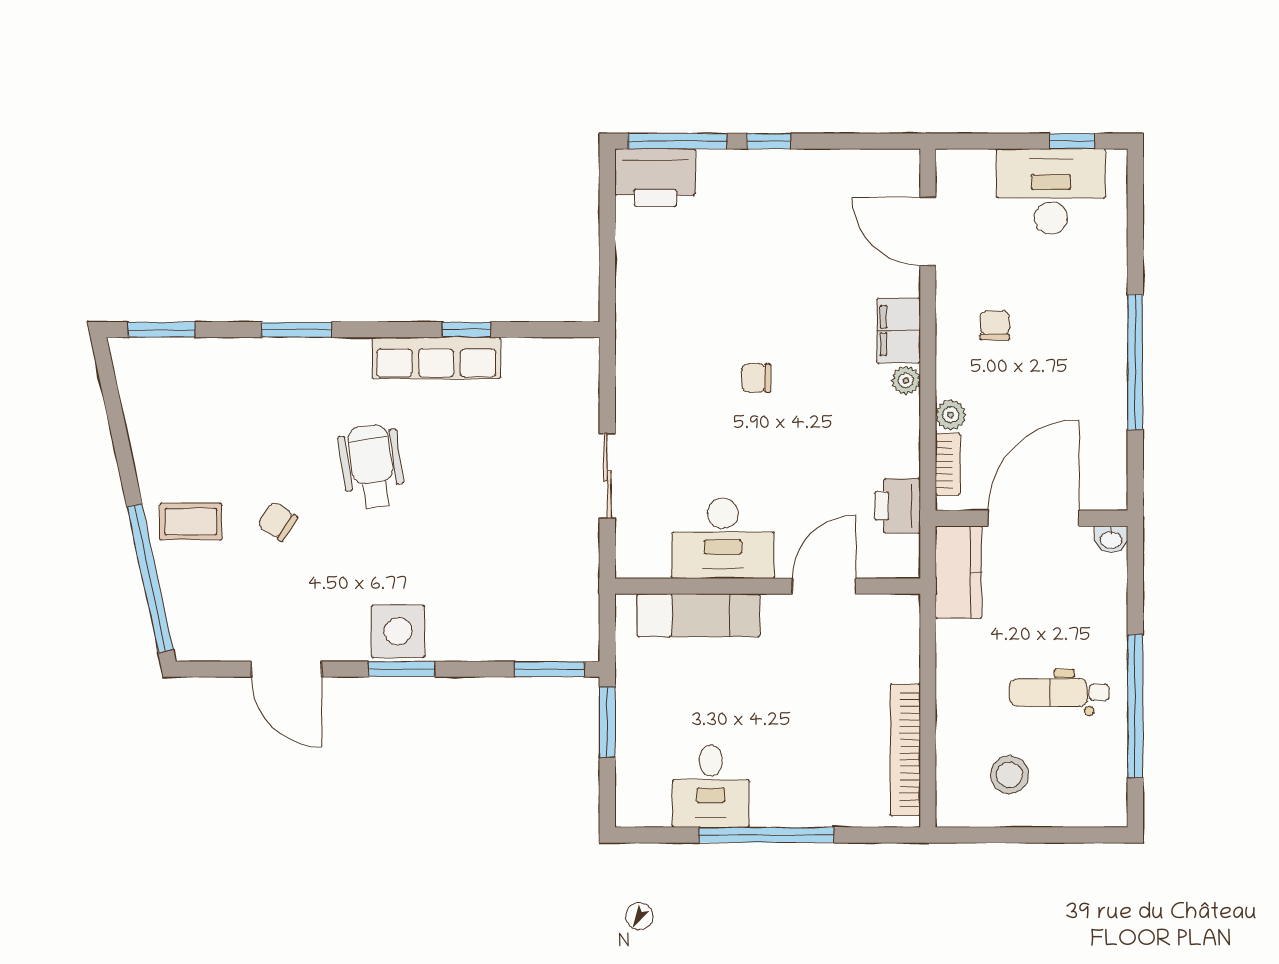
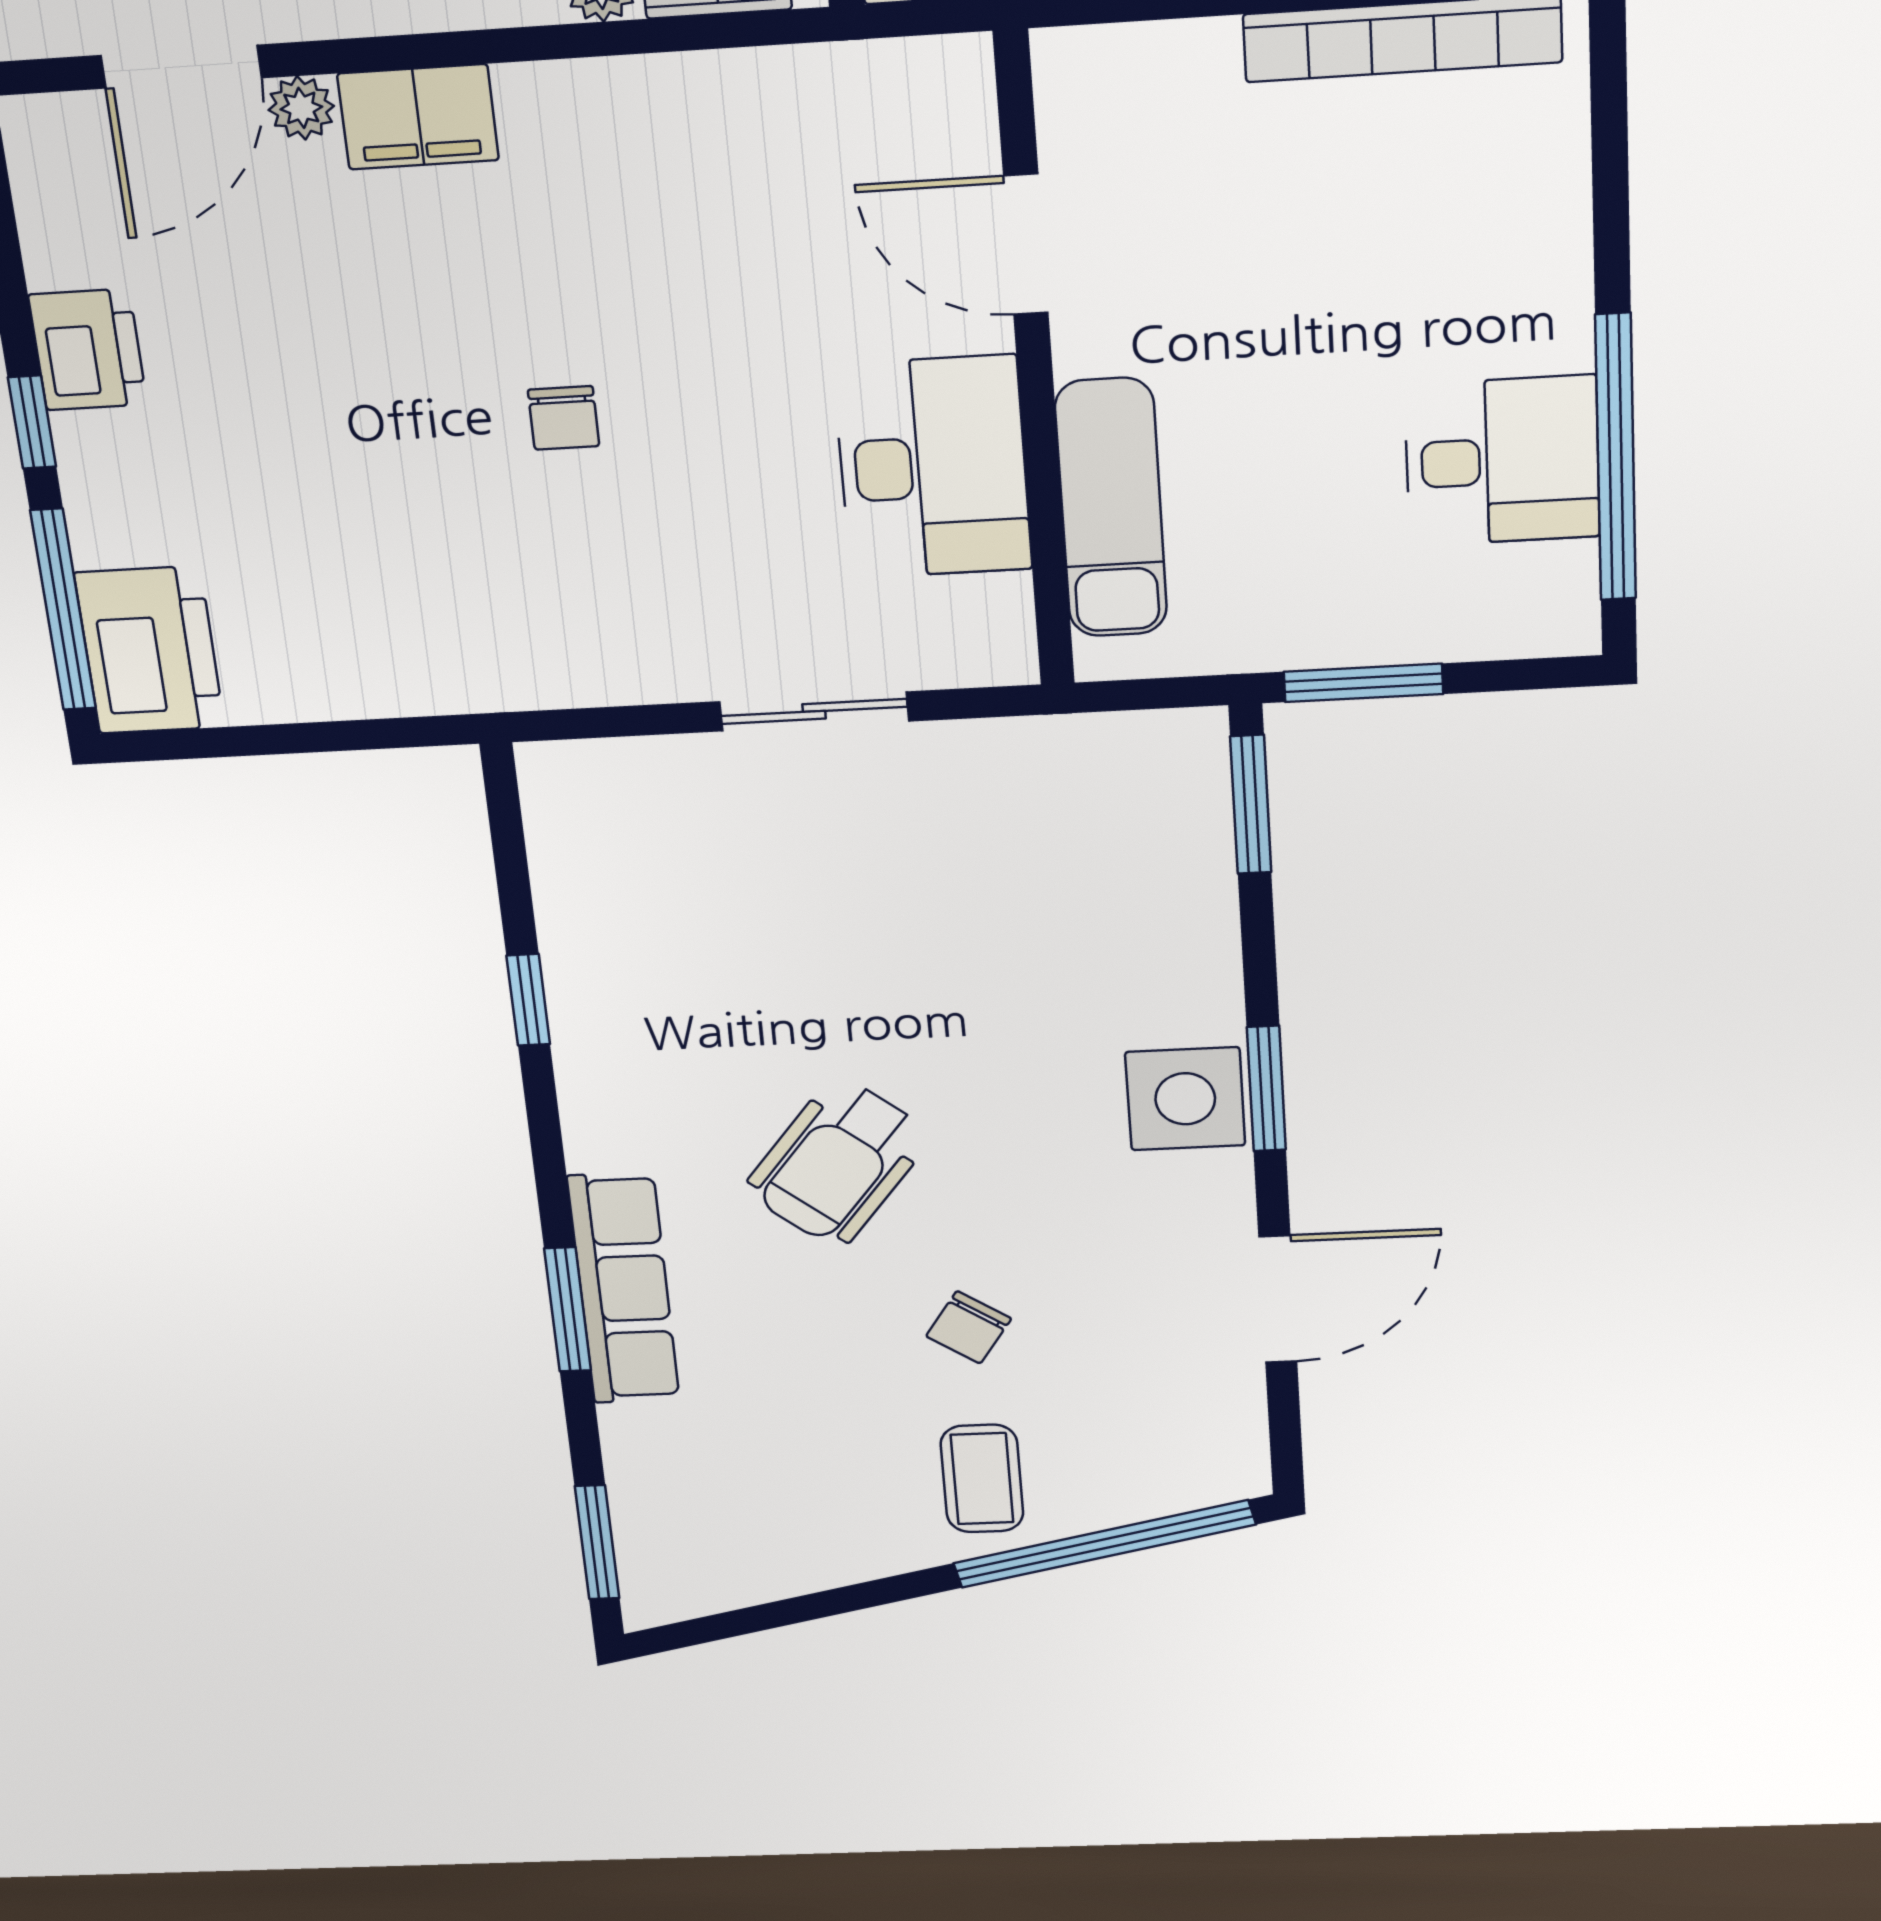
row of seats: (436, 358) -> (624, 1289), moved
plant: (906, 380) -> (301, 108), moved
wheelchair: (372, 467) -> (838, 1163), turned -43
printer: (898, 506) -> (88, 350), moved, turned -90
window: (766, 835) -> (1616, 458), moved

